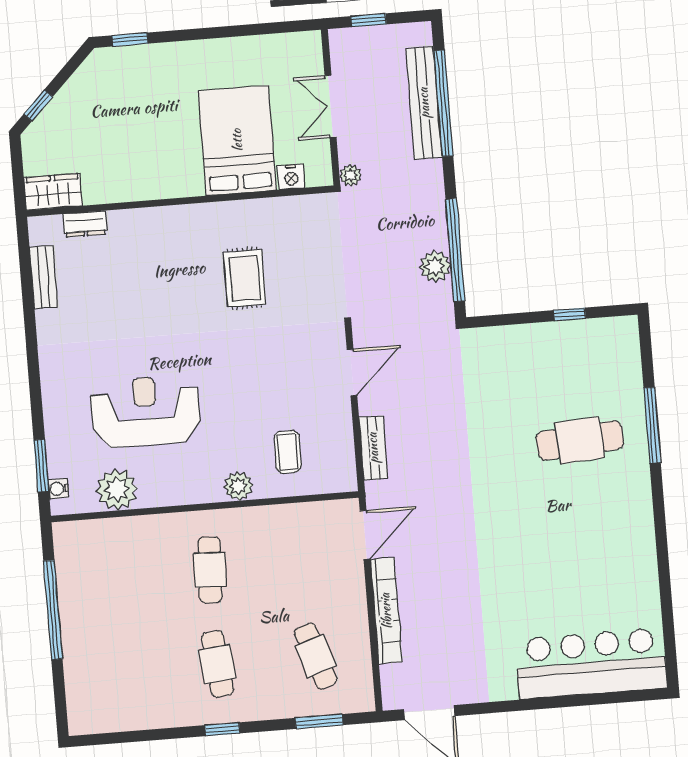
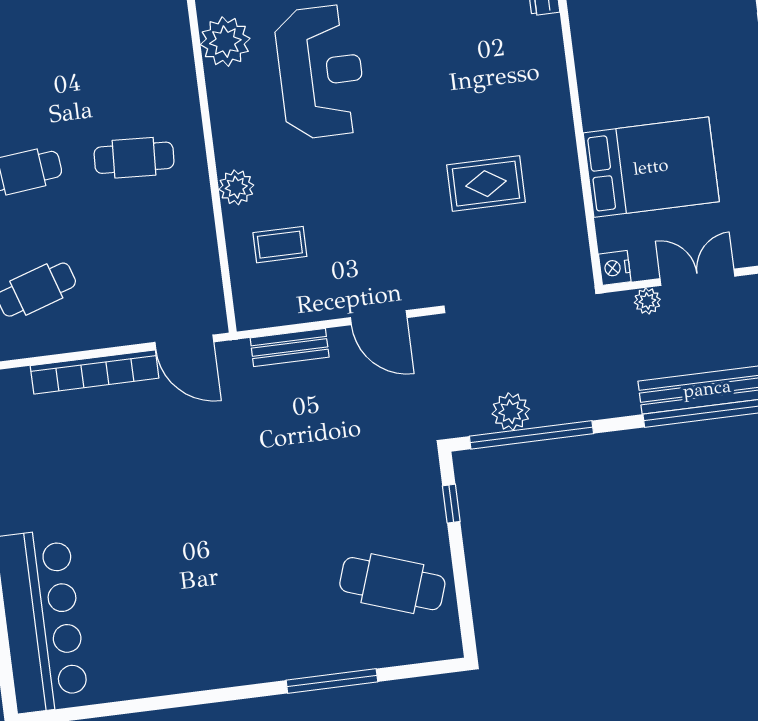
plant: (350, 175) -> (647, 301), moved
nightstand: (291, 177) -> (615, 268), moved
window: (570, 314) -> (451, 504), moved
cafe table: (580, 440) -> (392, 584), moved, turned -67

